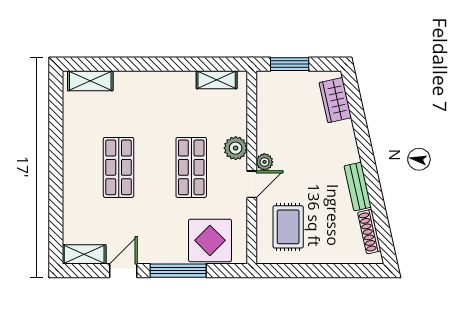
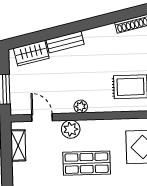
door: (252, 184) -> (42, 118), moved
bench: (358, 187) -> (65, 42), moved

